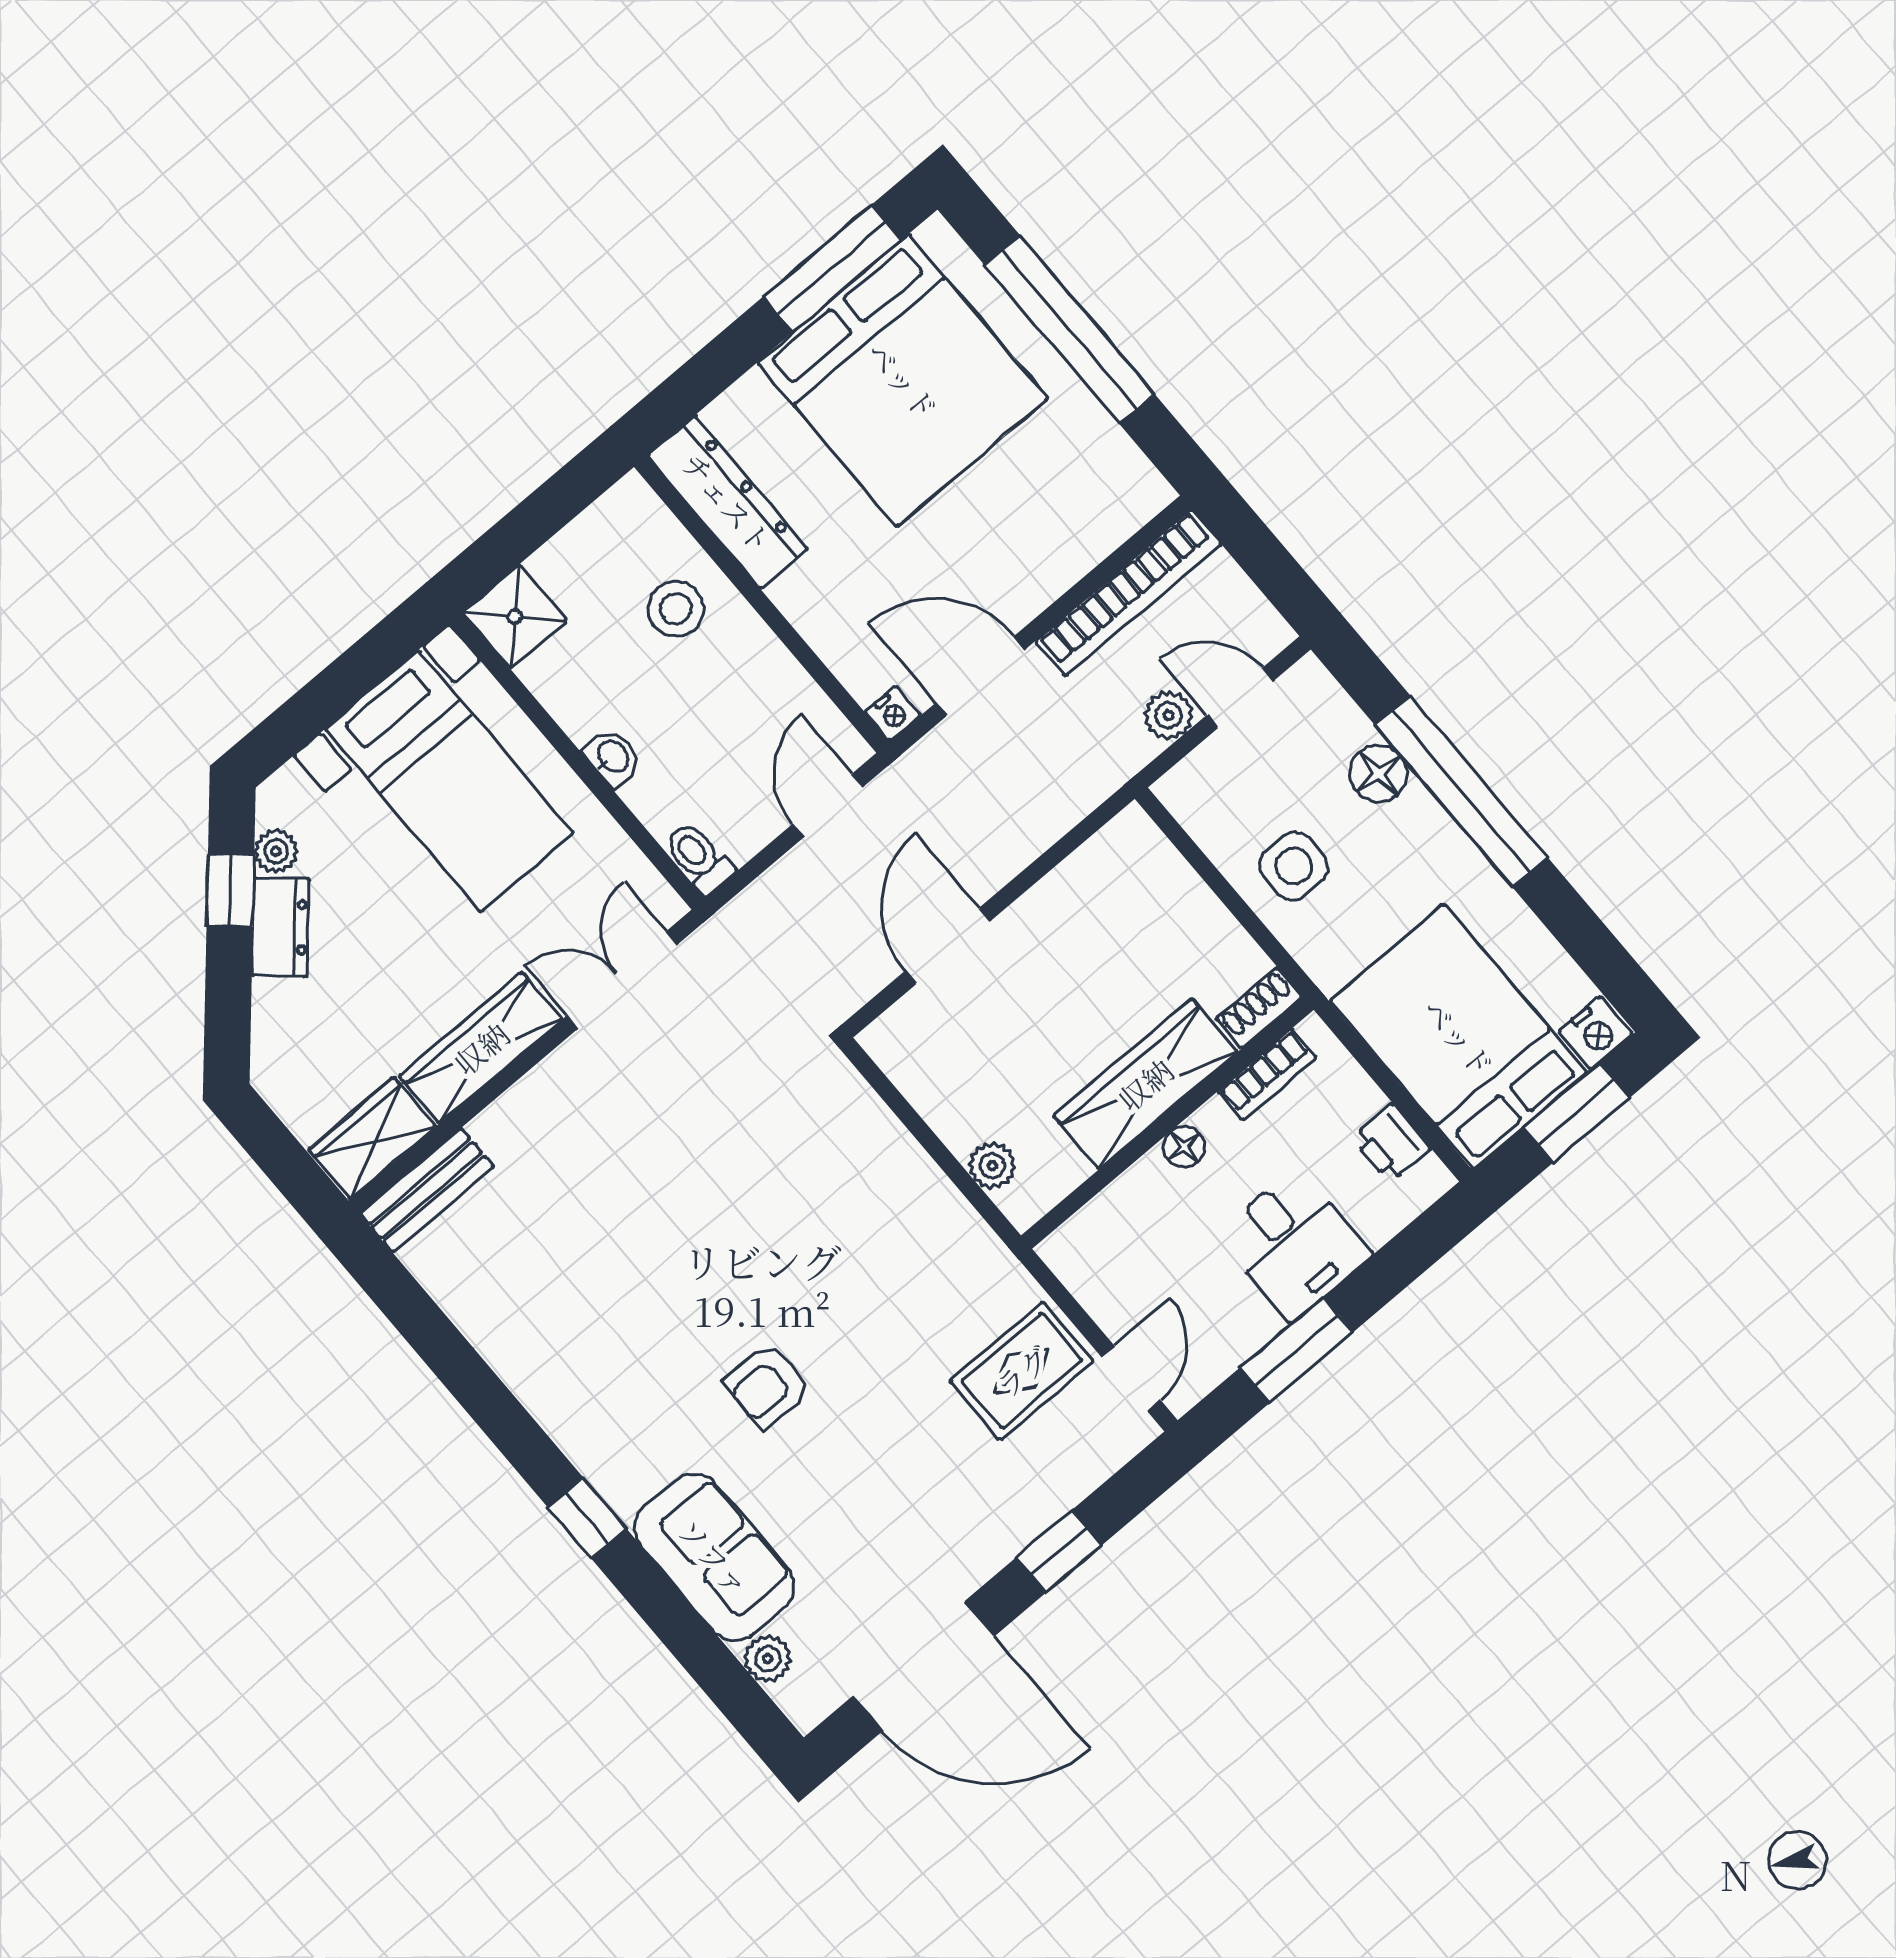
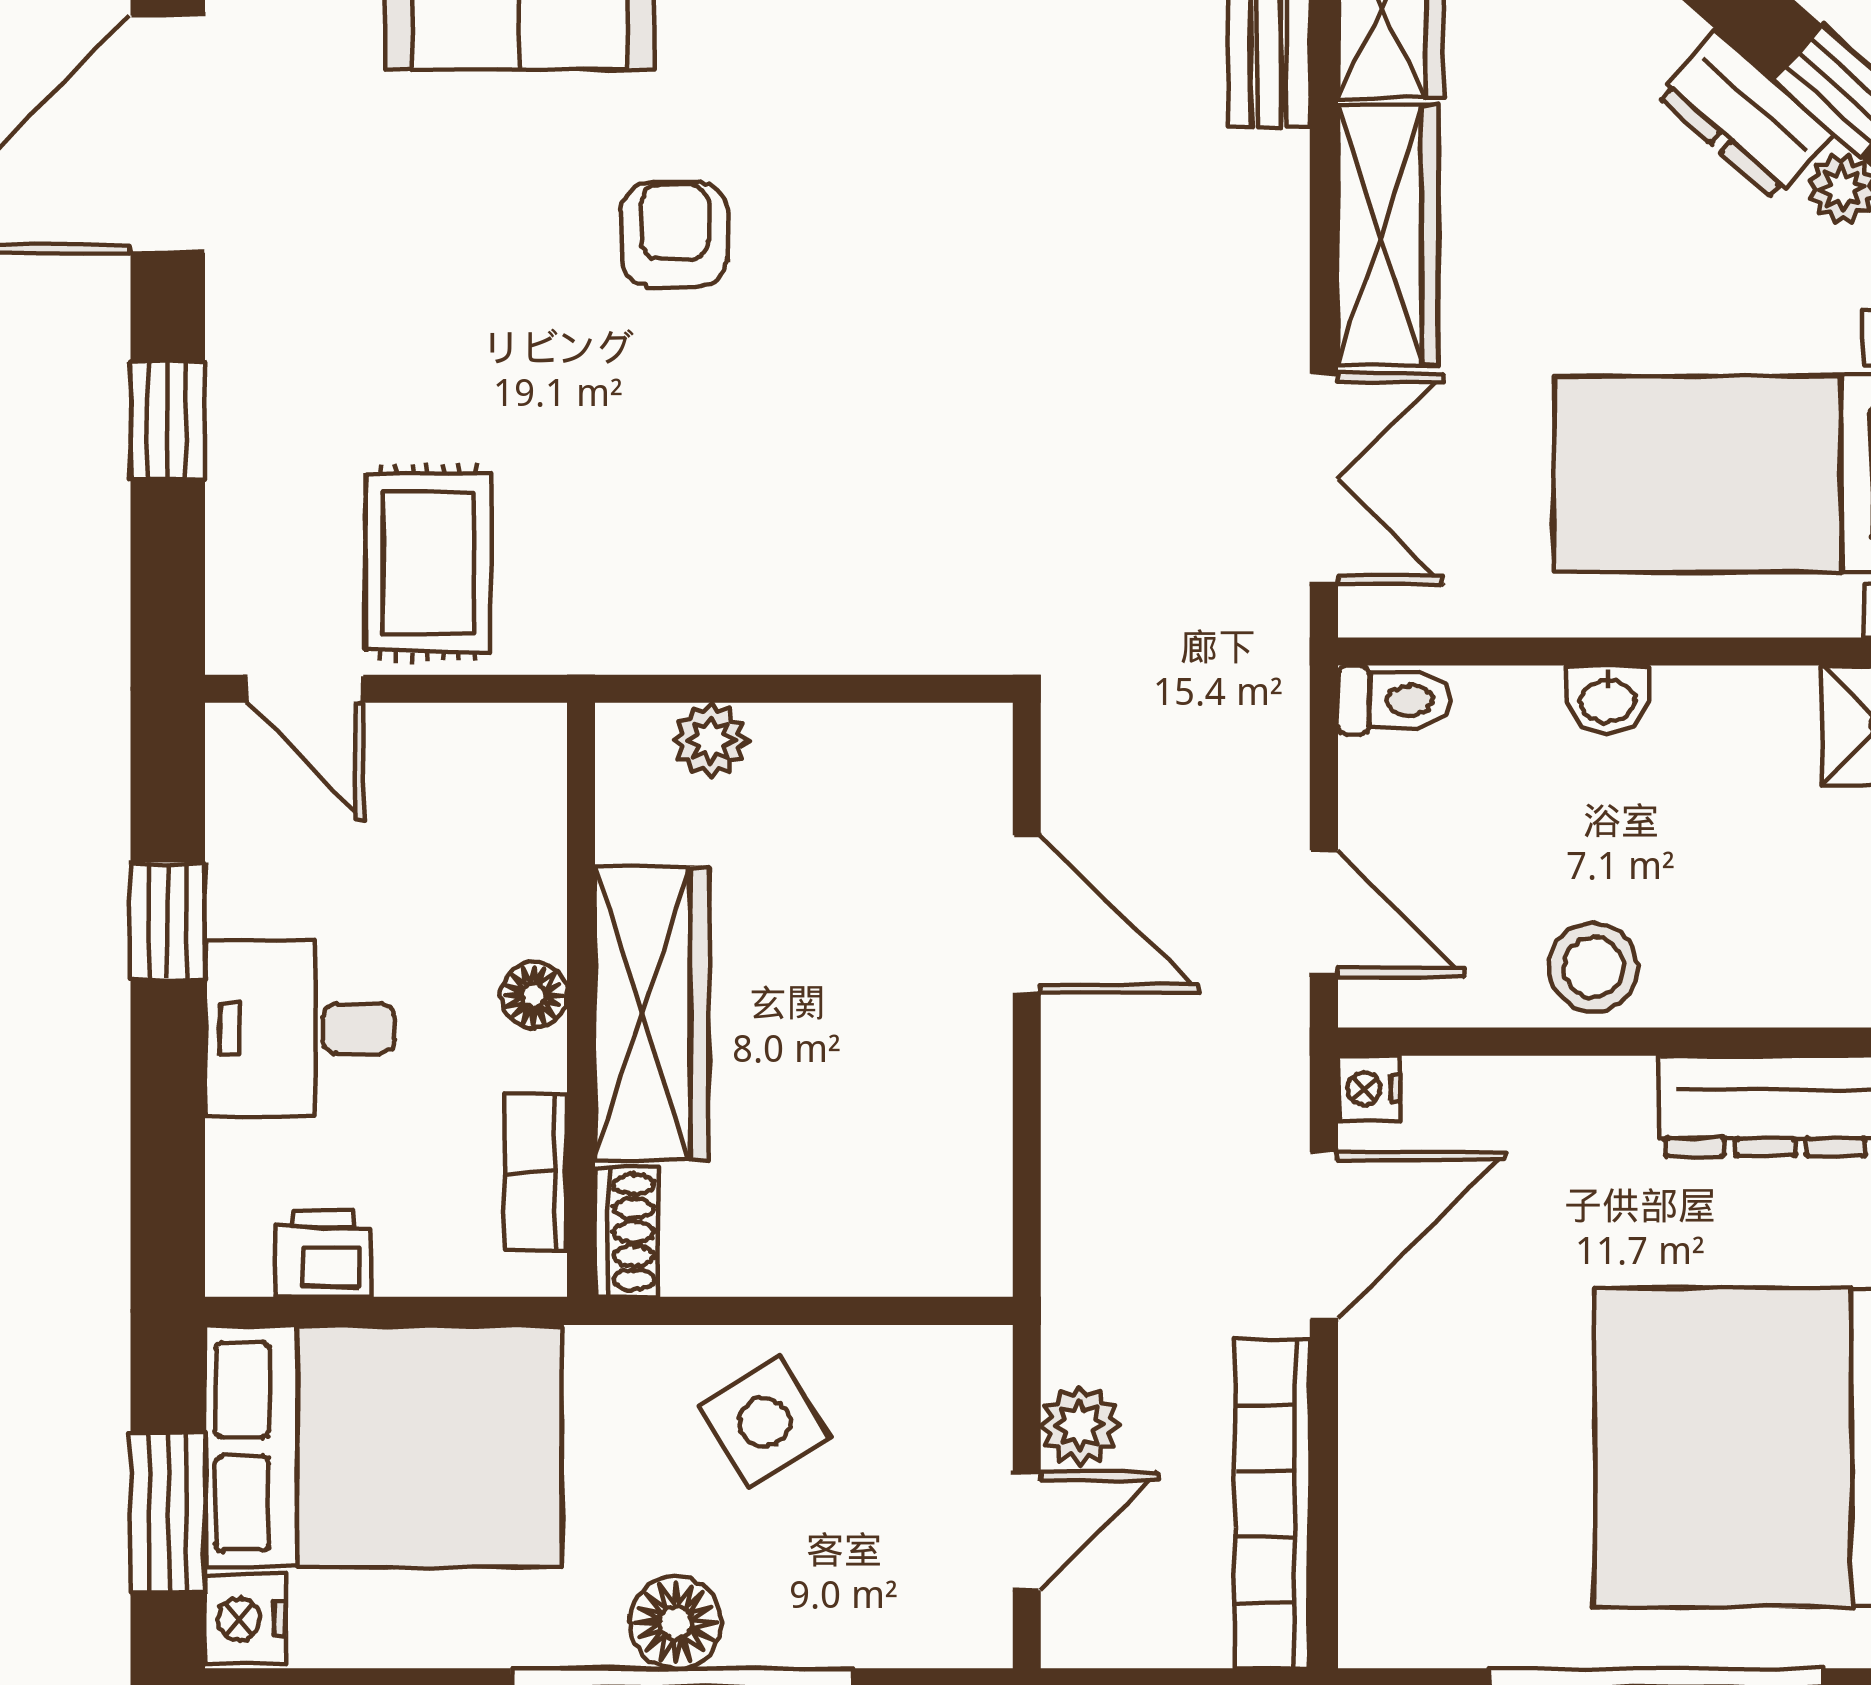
stool: (676, 609) -> (1594, 967), moved
floor lamp: (1378, 774) -> (676, 1622), moved
side table: (1294, 866) -> (764, 1422), turned -32
window: (1296, 1350) -> (168, 922), width x0.67

